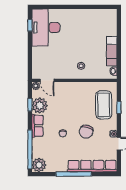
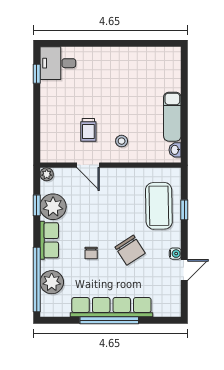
desk: (46, 28) -> (58, 63), width x0.53, depth x0.77
trolley: (61, 59) -> (88, 130), added
door: (47, 80) -> (88, 165), moved
chair: (86, 132) -> (130, 250), turned -51
plant: (39, 165) -> (52, 282), moved
row of seats: (92, 166) -> (111, 307), moved

